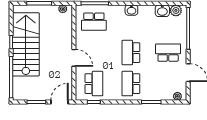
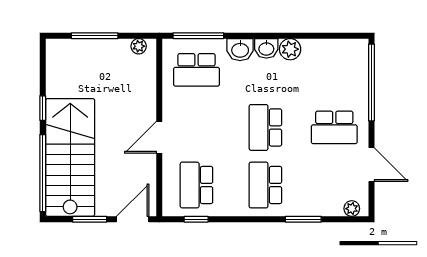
plant: (176, 10) -> (290, 49), moved
washbasin: (162, 11) -> (240, 50), moved
stairs: (26, 44) -> (70, 157), moved
school desk: (168, 53) -> (334, 127), turned 180
door: (74, 58) -> (159, 137), swing flipped
school desk: (94, 84) -> (196, 185), turned 180

